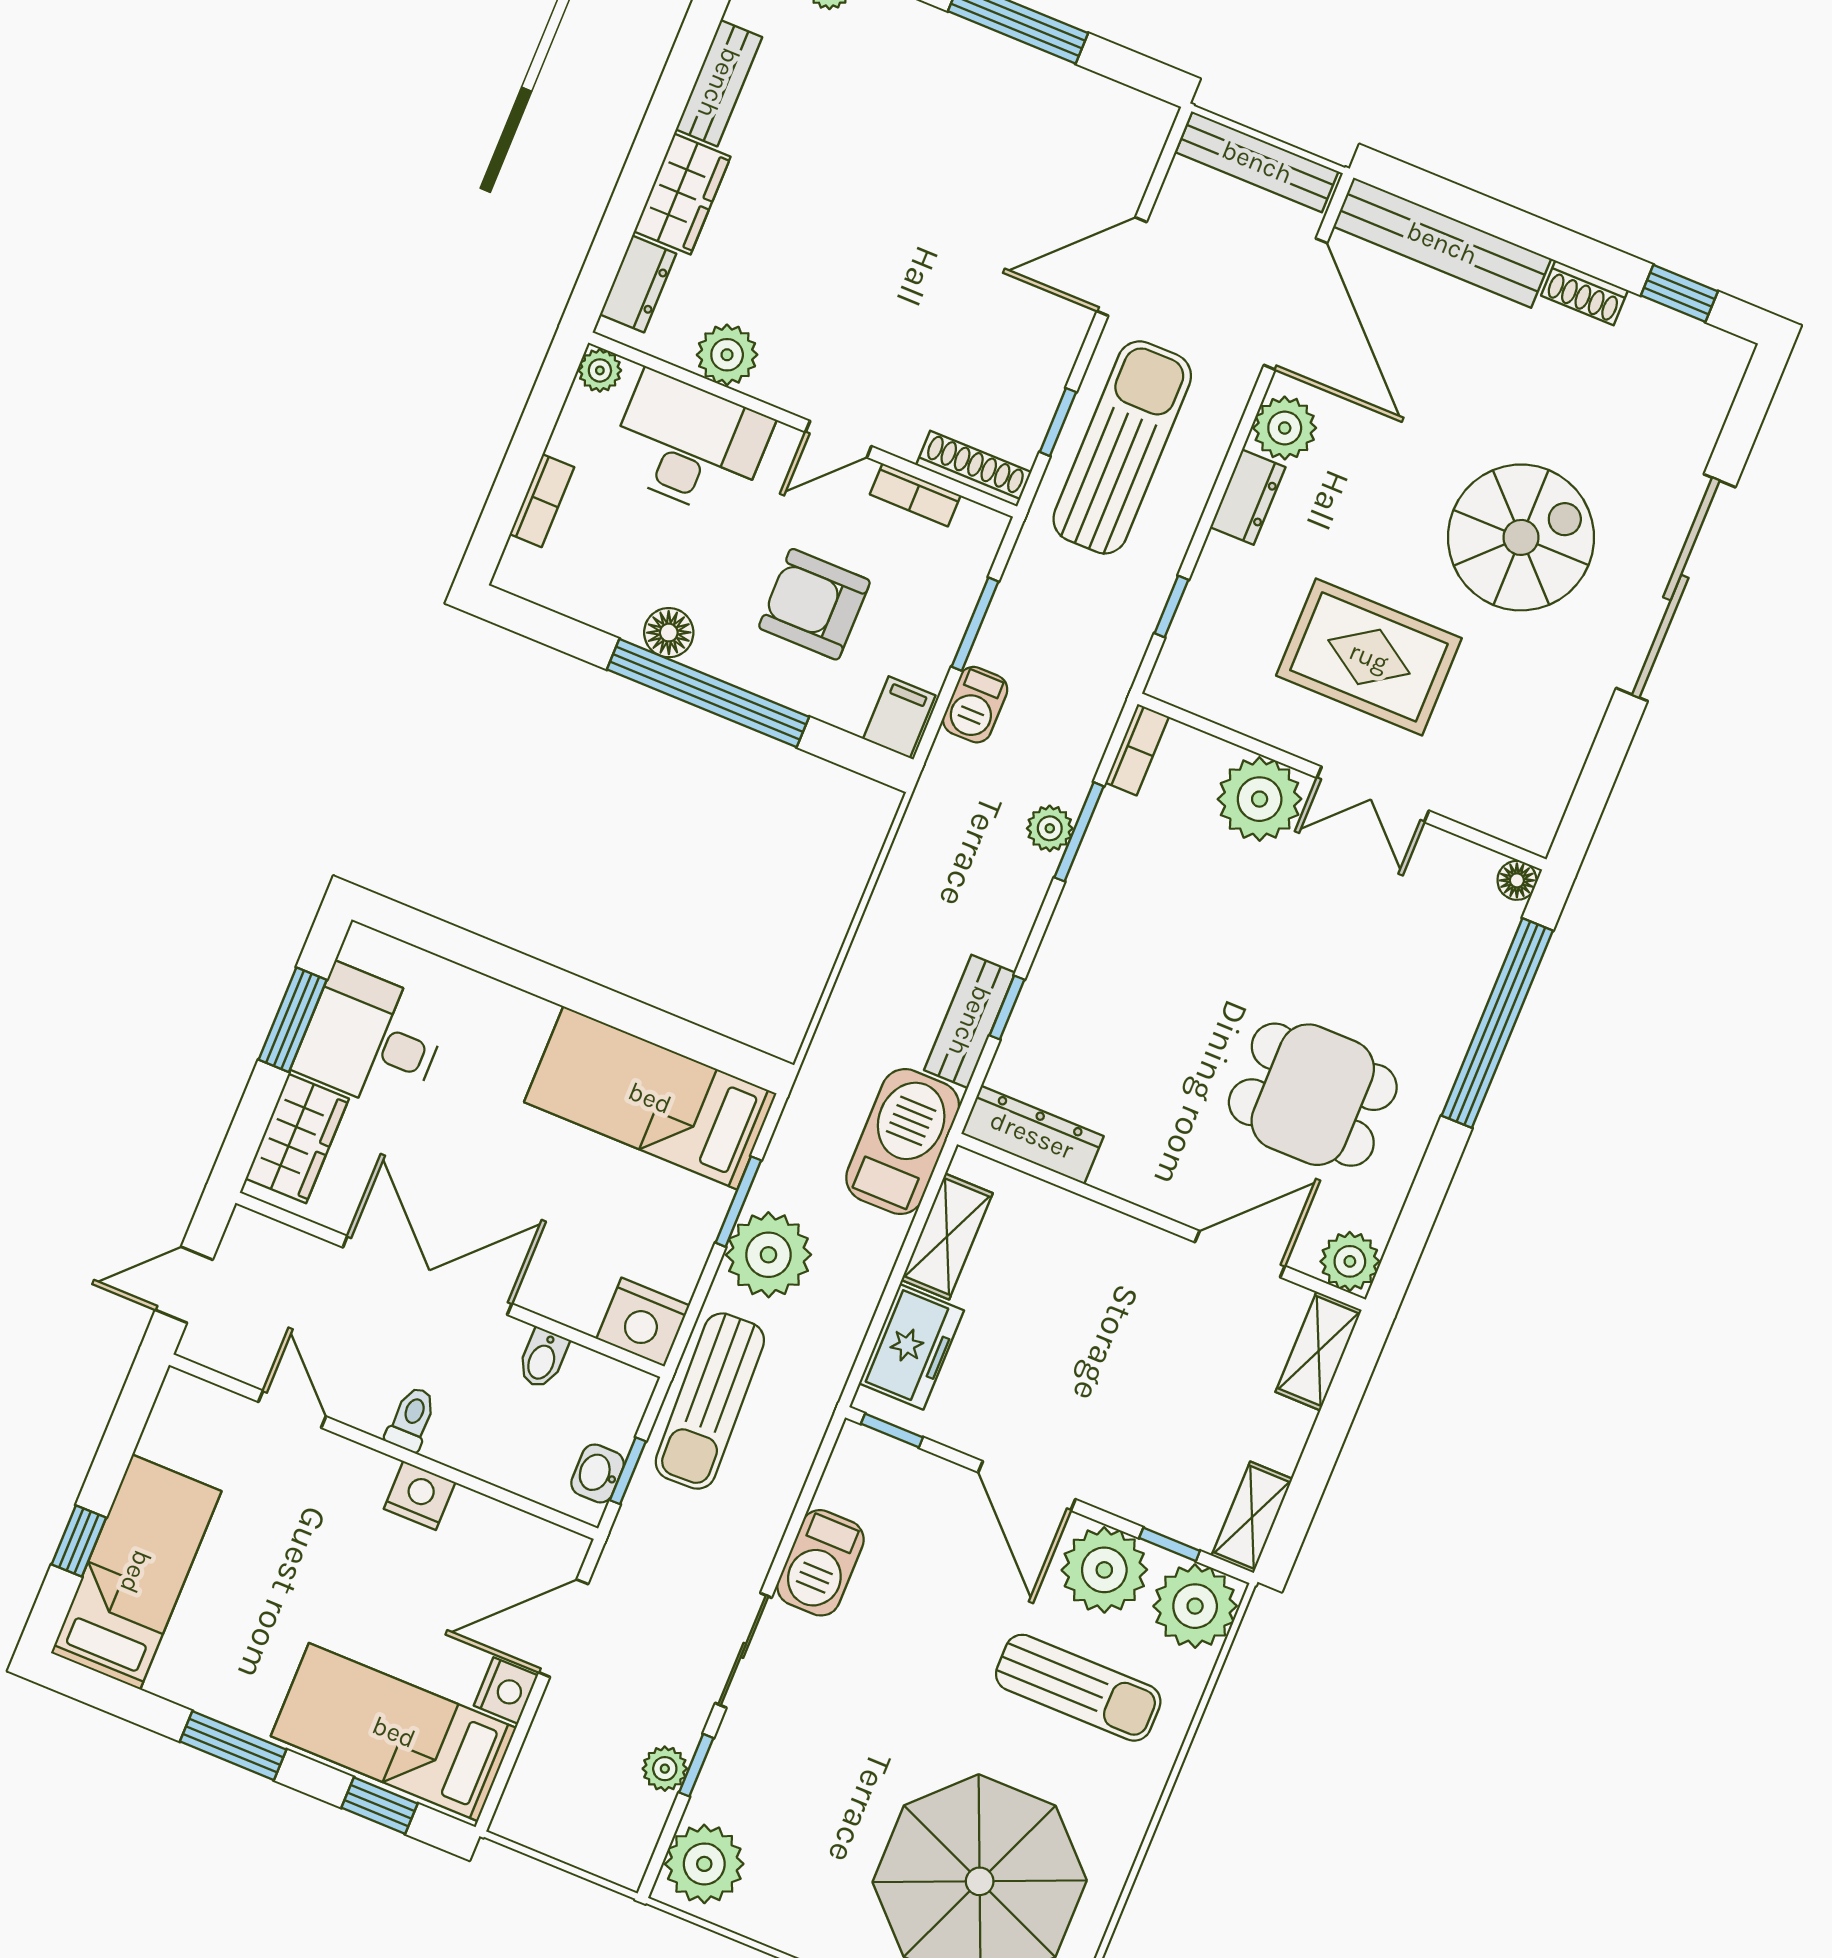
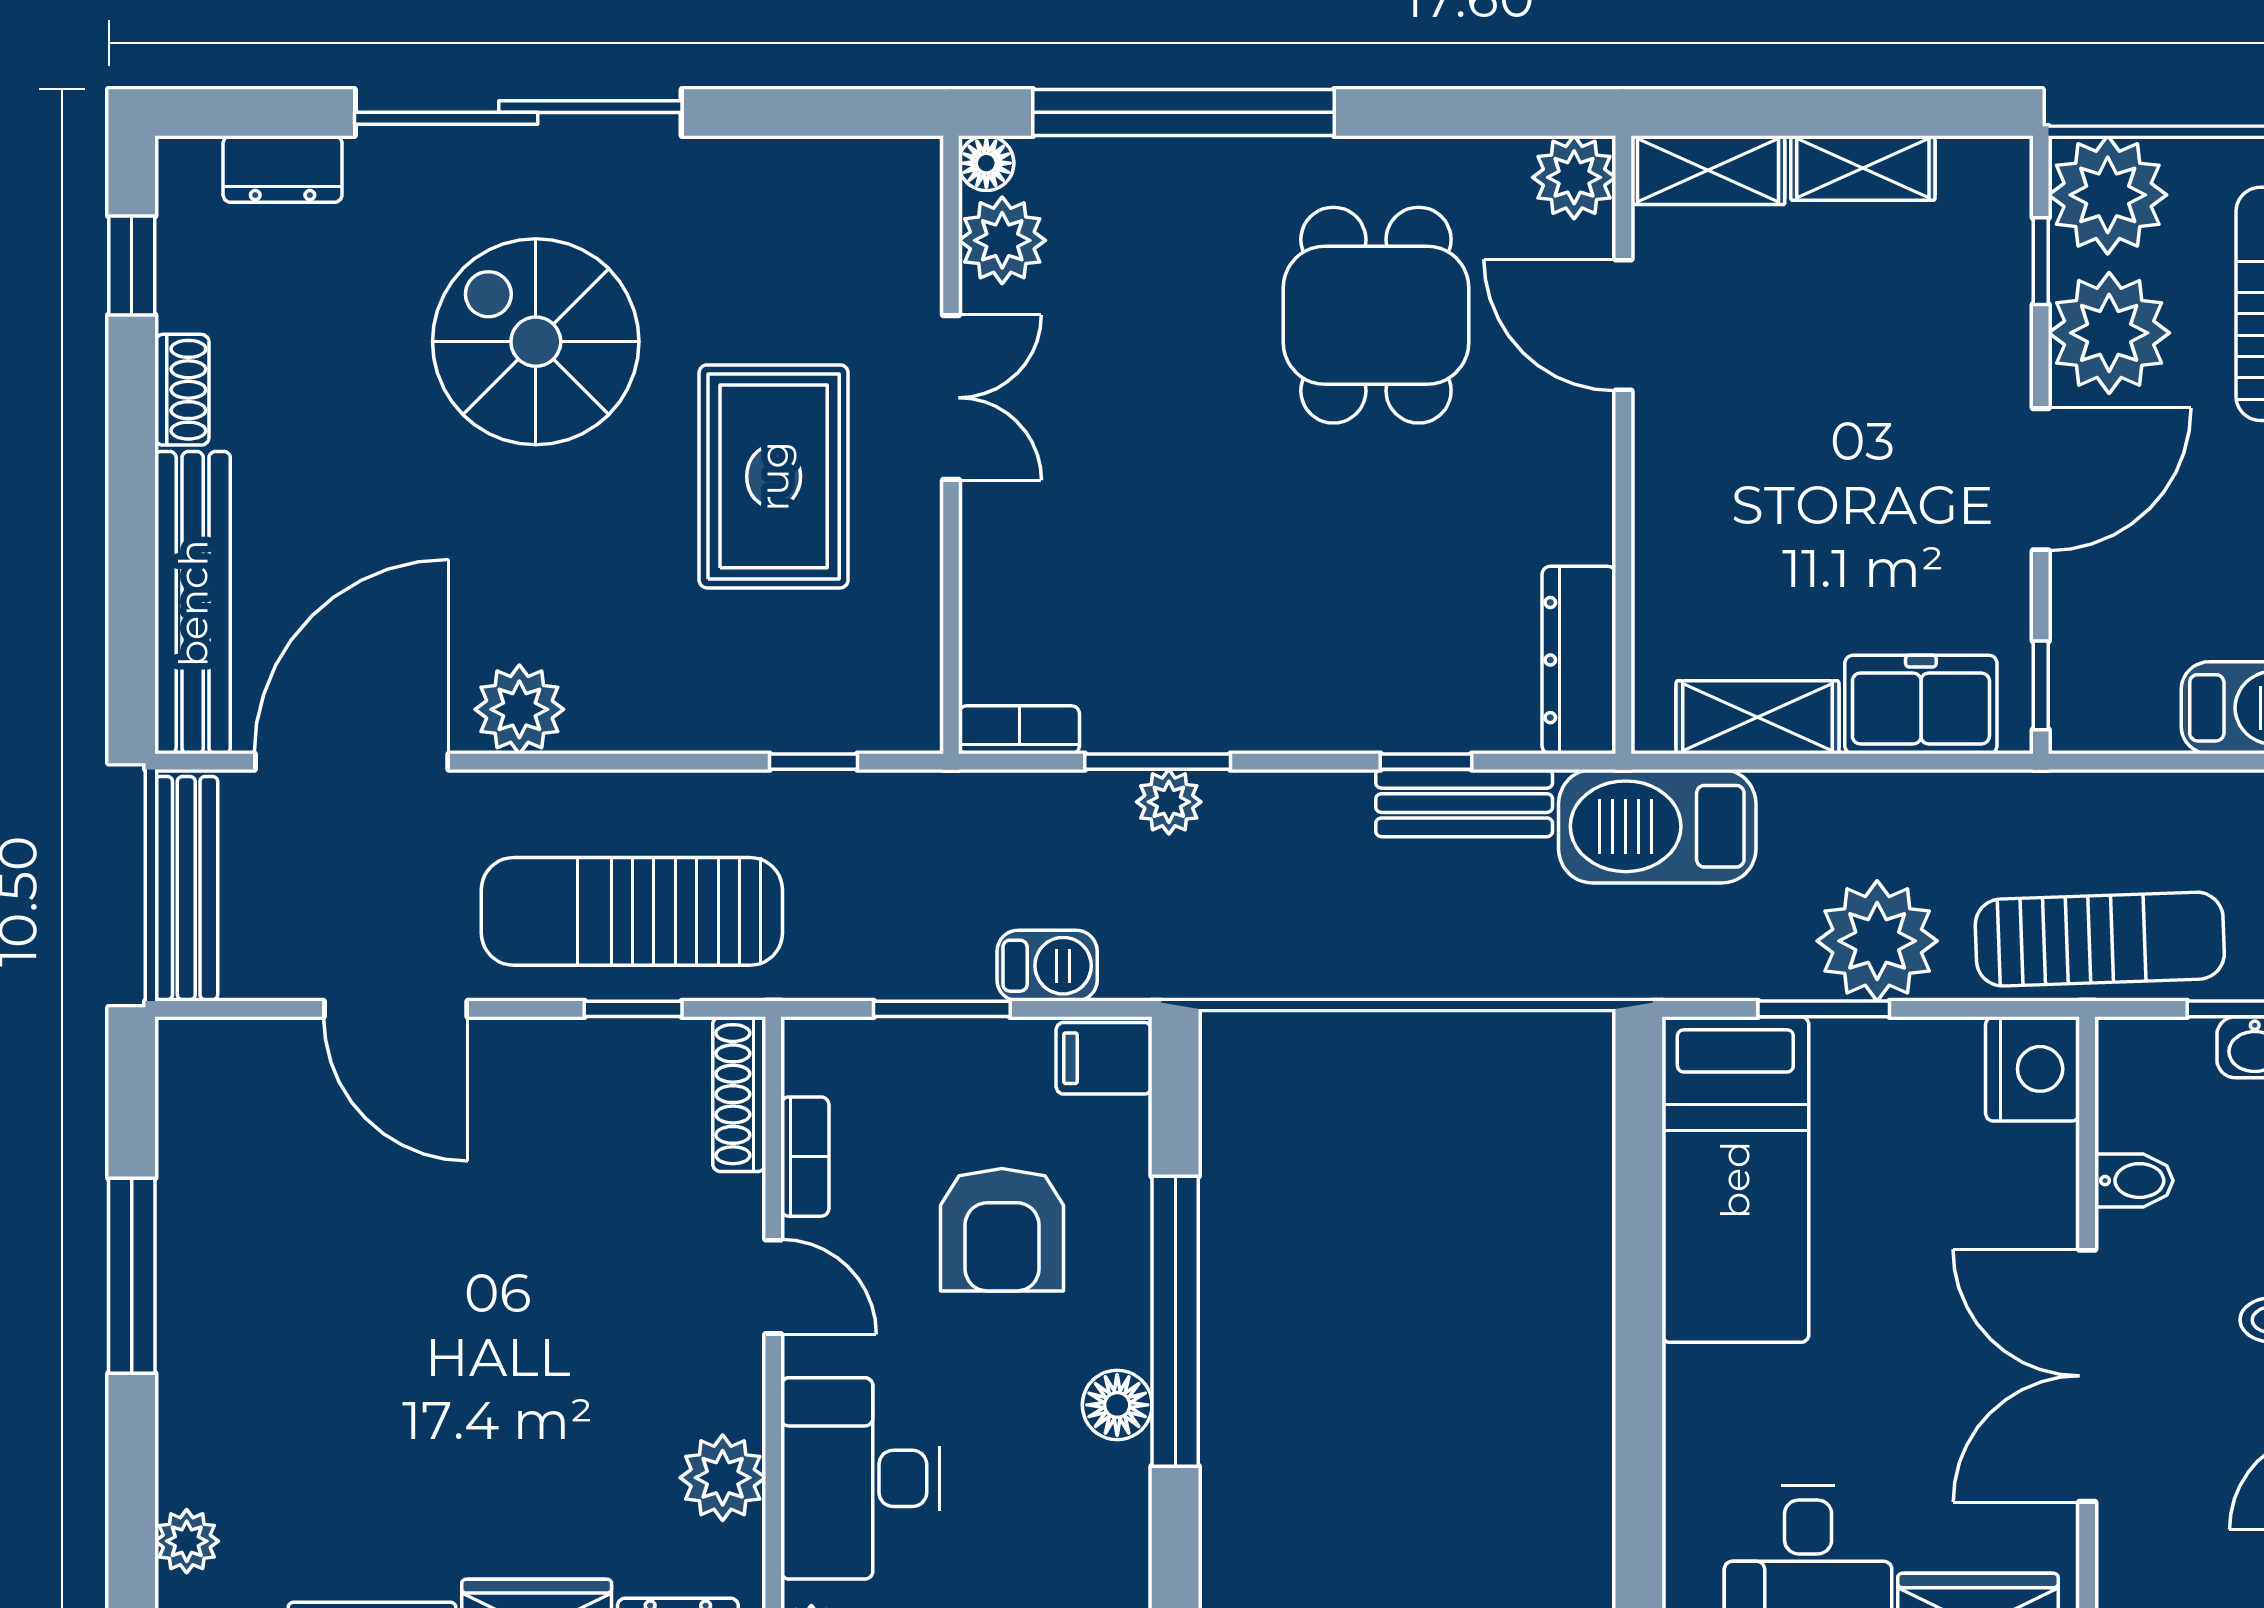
dresser: (1248, 497) -> (283, 169), moved, turned 180
plant: (1260, 799) -> (1002, 240), moved, width x0.73, depth x0.73
shelving: (1252, 1517) -> (1863, 168), moved

